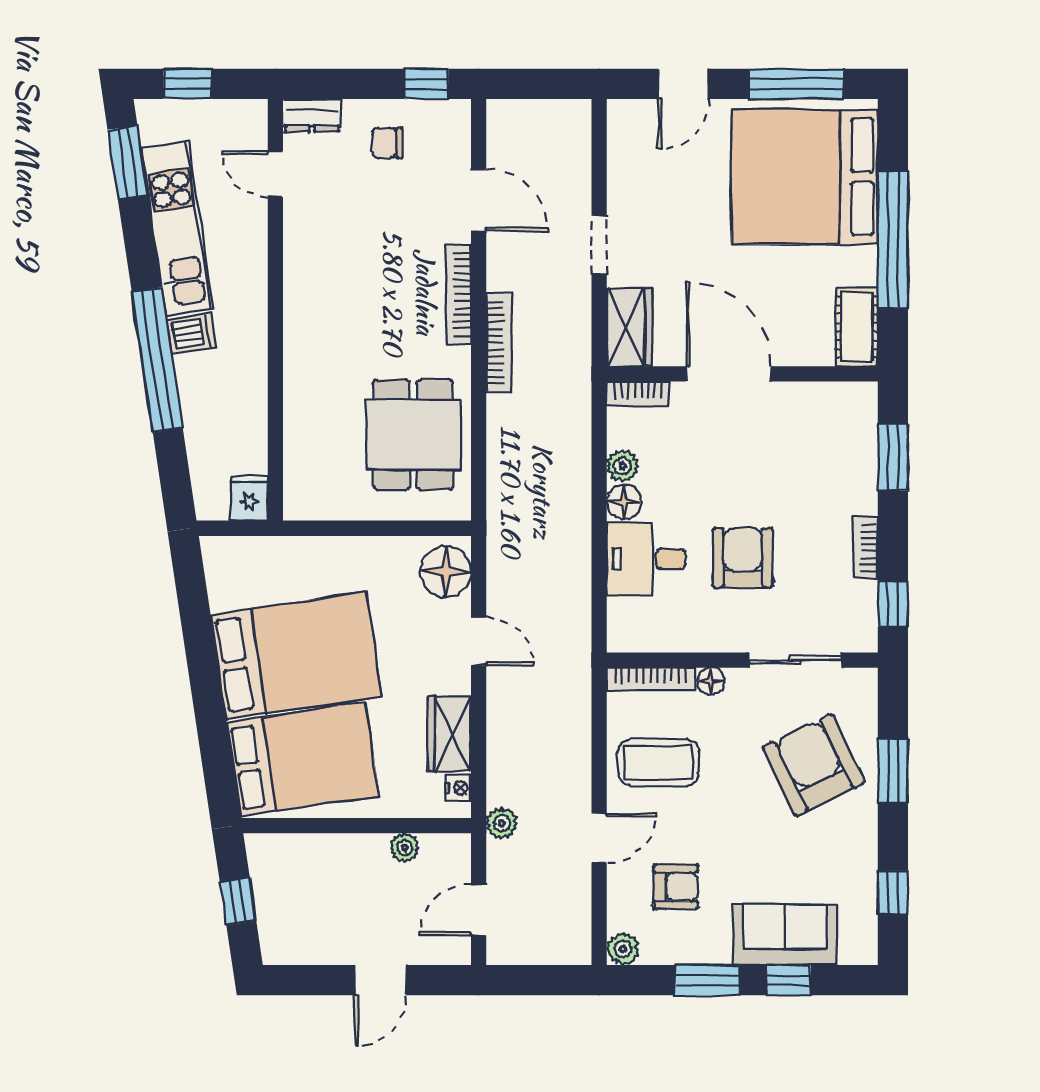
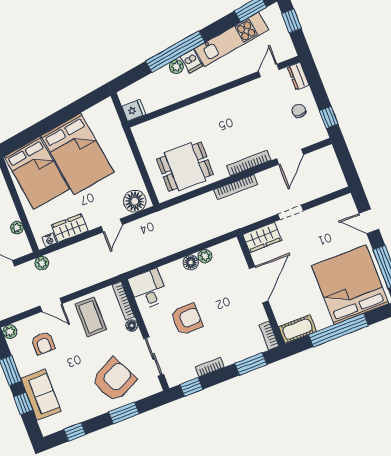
plant: (190, 370) -> (176, 67), added
bookcase: (638, 394) -> (269, 336), moved
desk: (646, 559) -> (148, 289), moved

